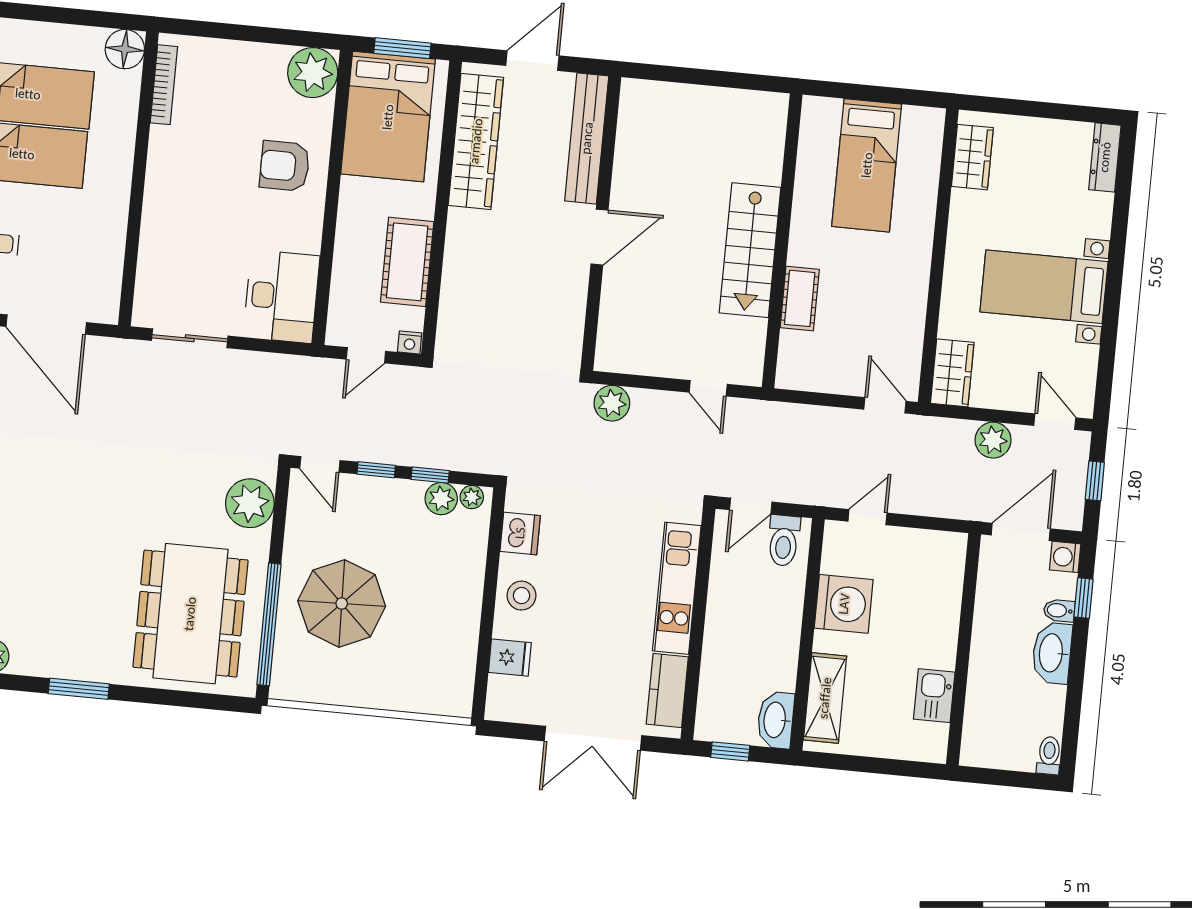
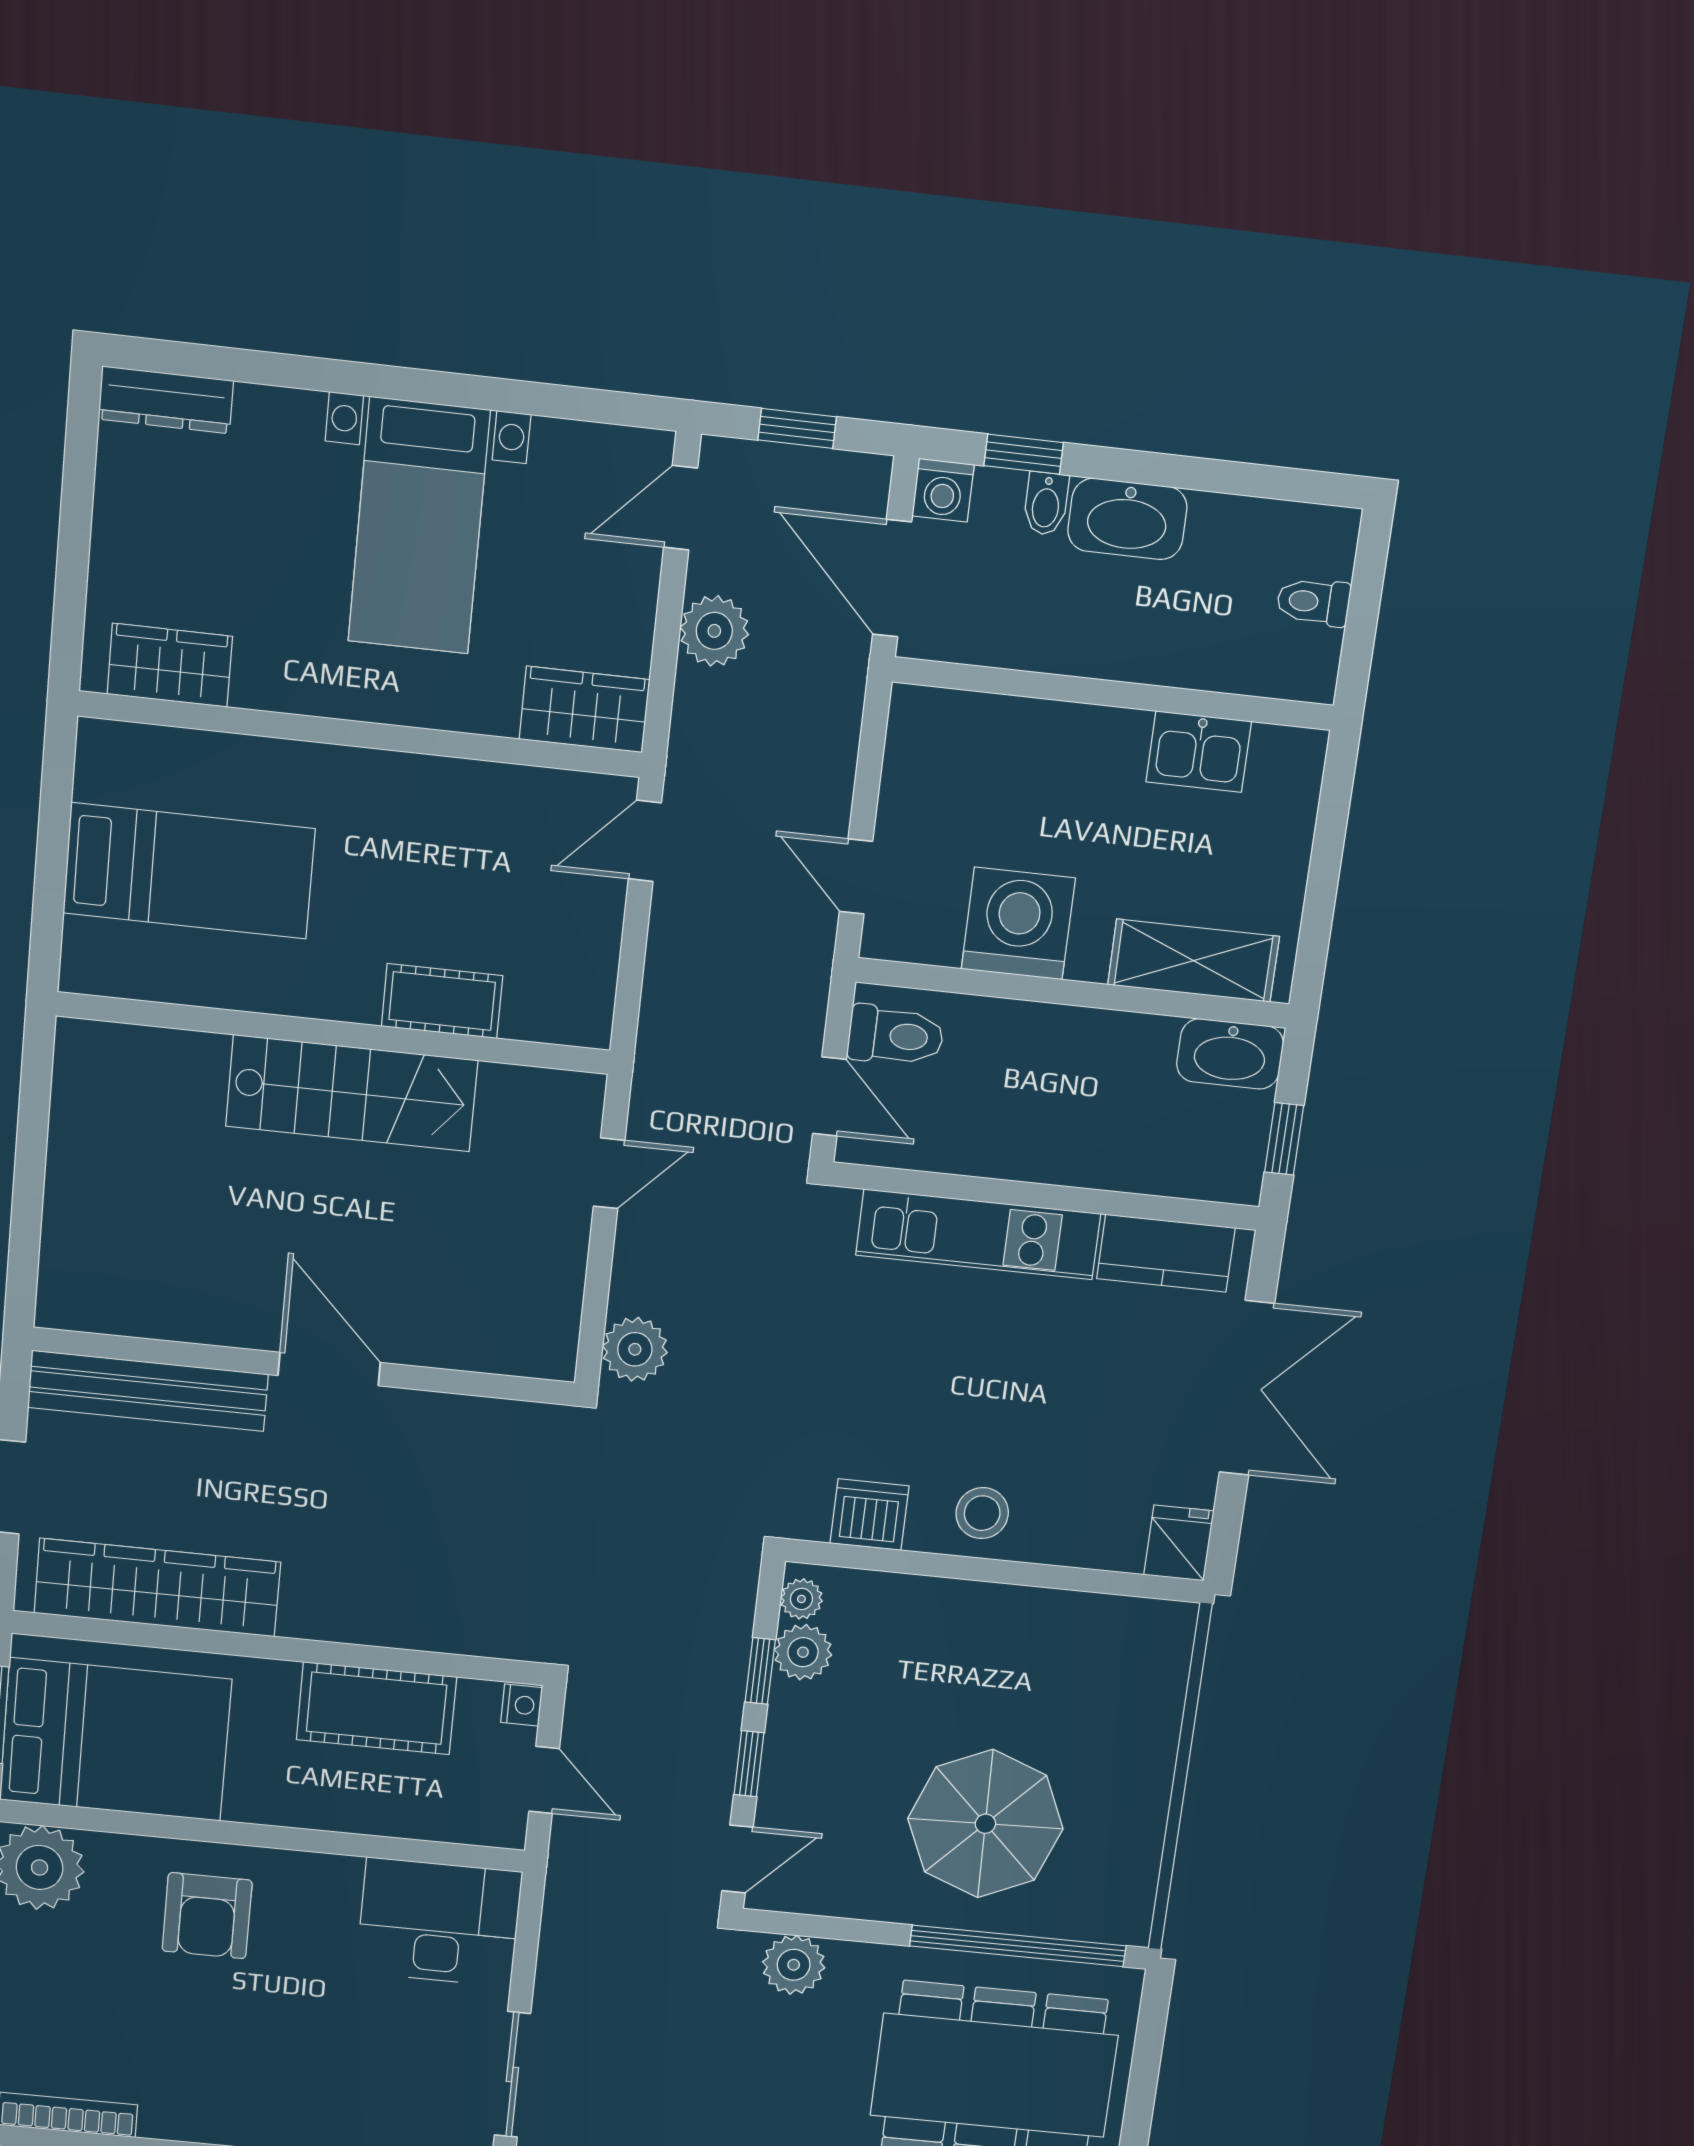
plant: (250, 503) -> (794, 1965), width x0.73, depth x0.73
fridge: (510, 658) -> (1179, 1543), moved
toilet: (1049, 756) -> (1313, 602), moved

